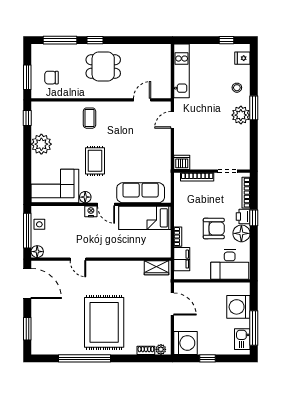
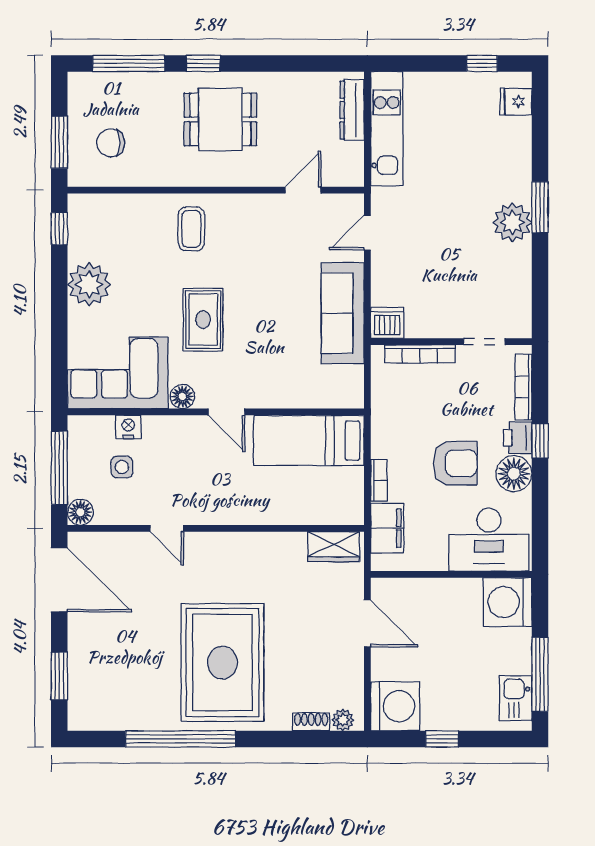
dresser: (165, 62) -> (352, 110), added
stool: (237, 88) -> (504, 164), removed
sofa: (141, 193) -> (343, 313), moved, turned -90
nightstand: (91, 211) -> (128, 427), moved
side table: (39, 224) -> (122, 467), moved
washing machine: (238, 307) -> (507, 602), moved

